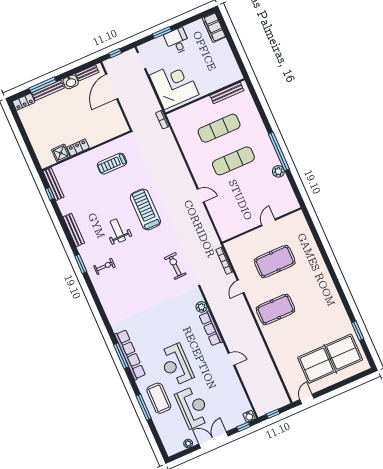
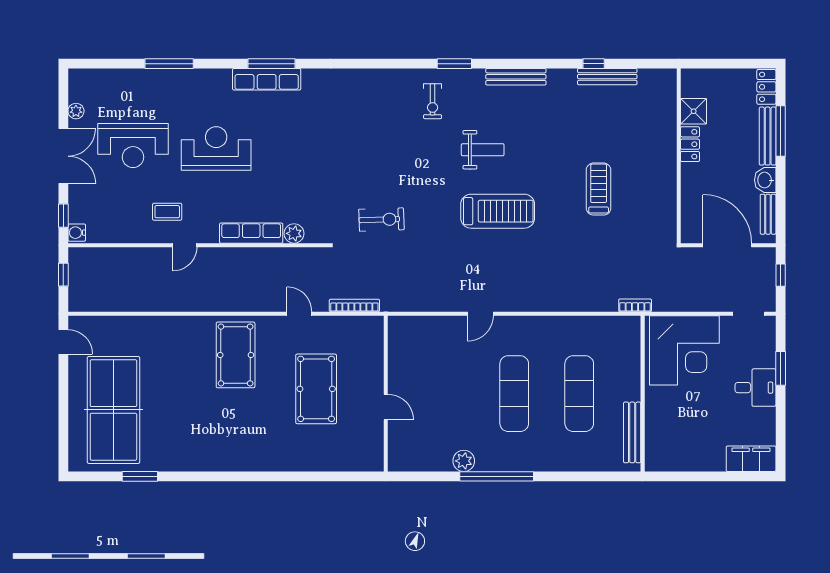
locker: (78, 148) -> (690, 144), moved
wall: (86, 151) -> (679, 156), moved
shower: (61, 153) -> (694, 111), moved
row of seats: (130, 355) -> (267, 79), width x0.73
coffee table: (159, 398) -> (167, 212), moved, width x0.54, depth x0.58

